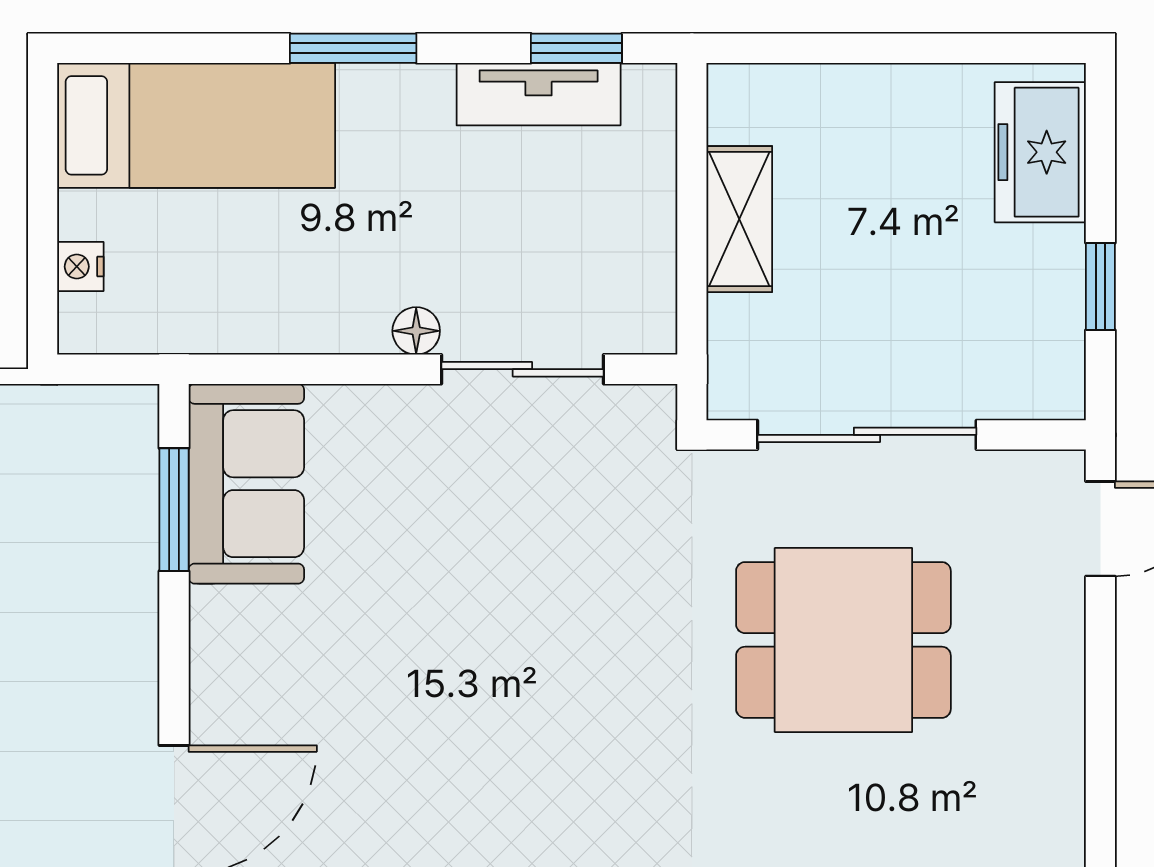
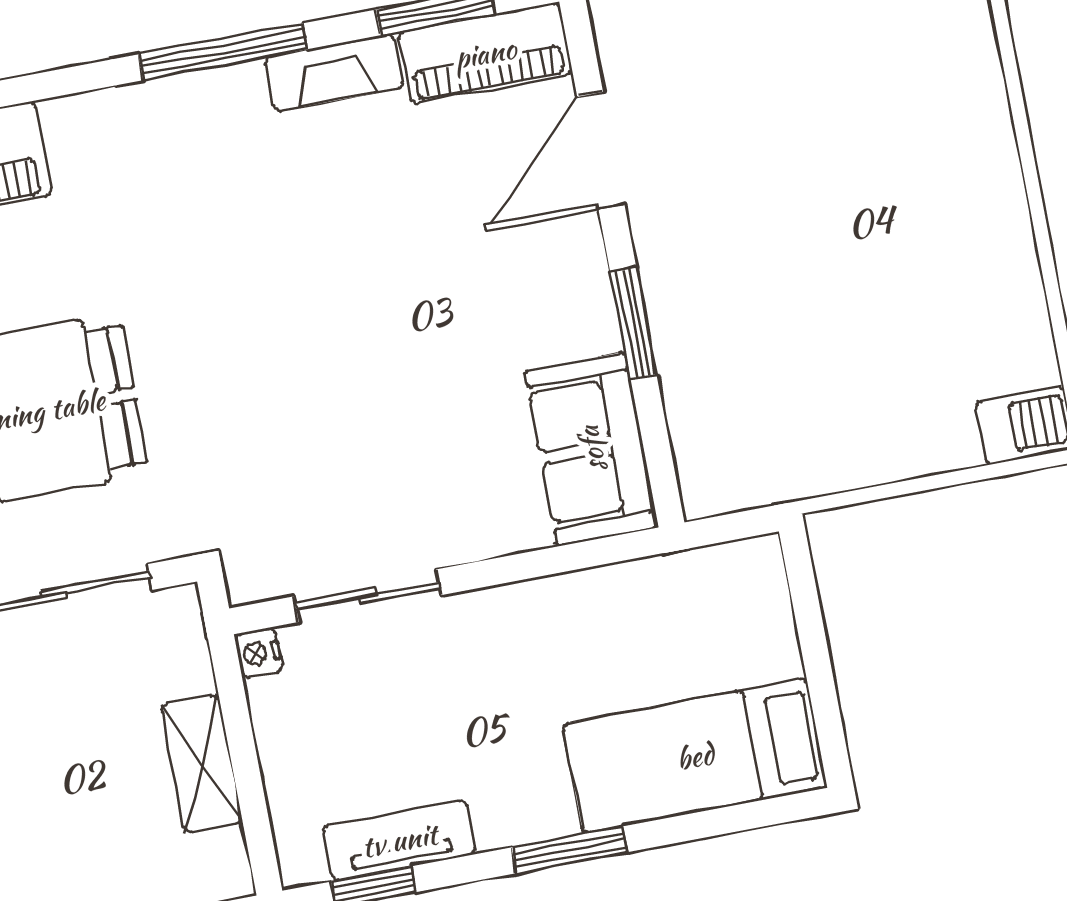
nightstand: (80, 267) -> (259, 653), moved, turned 180
floor lamp: (416, 331) -> (467, 612), removed
window: (174, 510) -> (633, 324), moved

